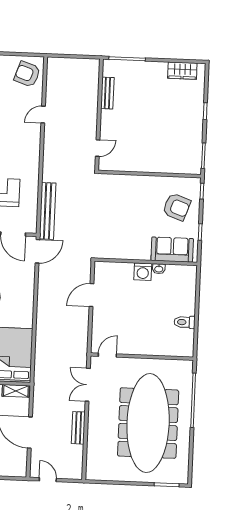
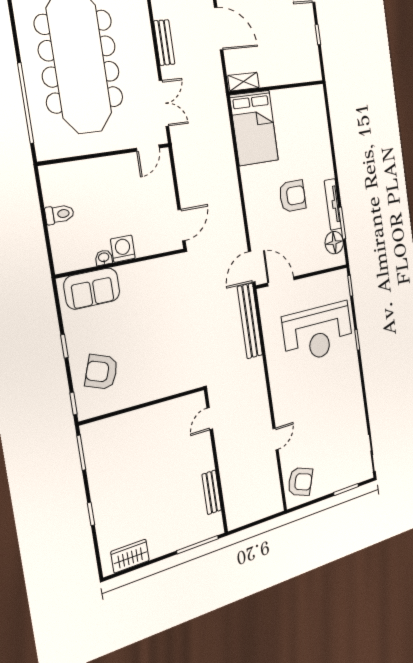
sofa: (172, 250) -> (92, 289), moved
wall: (146, 262) -> (122, 263), moved
washbasin: (159, 269) -> (104, 258), moved
washing machine: (143, 272) -> (123, 249), moved

